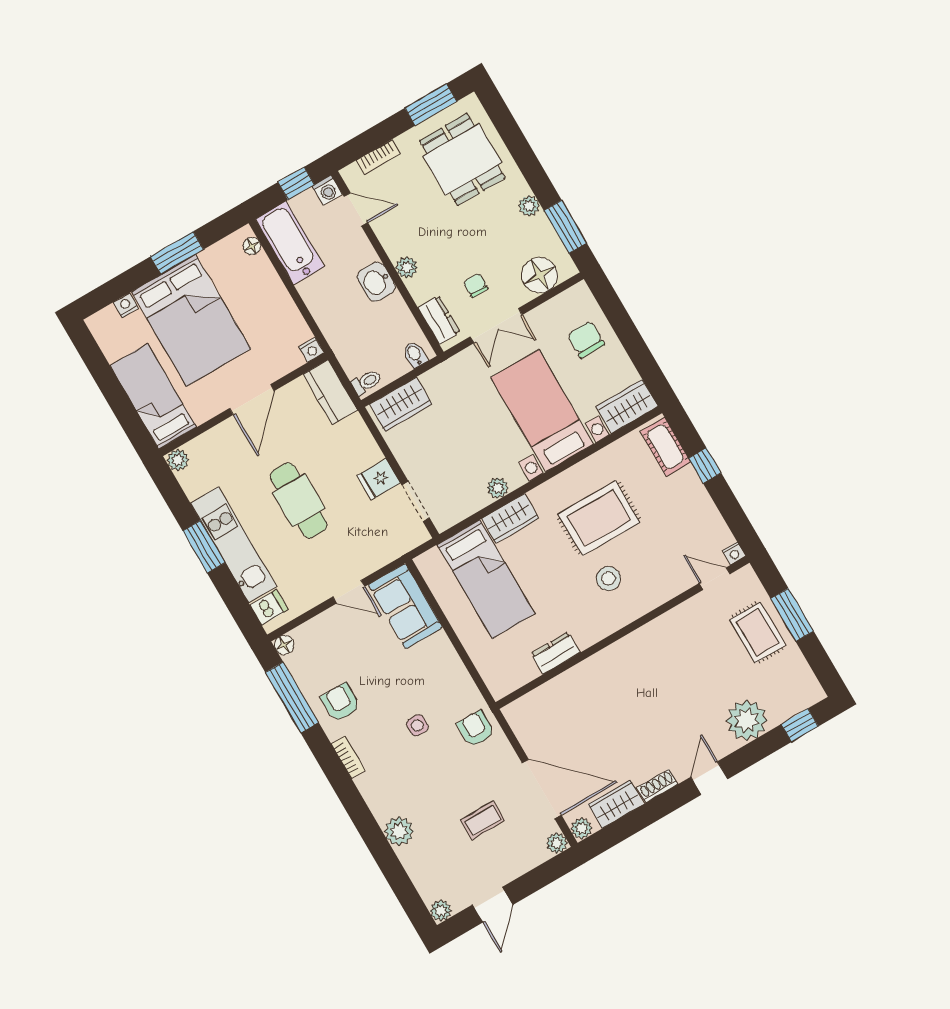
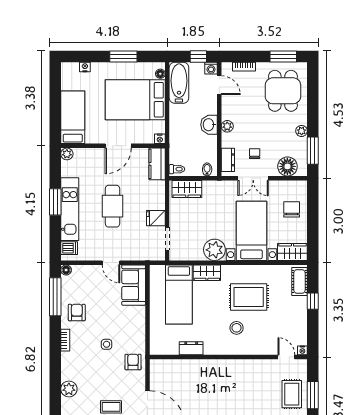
bed: (191, 320) -> (135, 100), moved, turned 90
plant: (498, 488) -> (214, 250), width x1.88, depth x1.88

